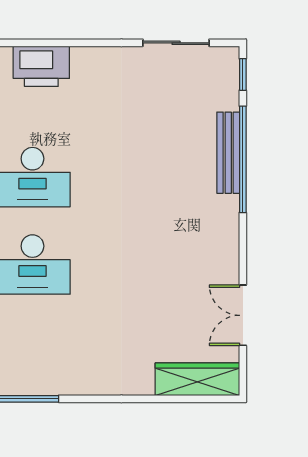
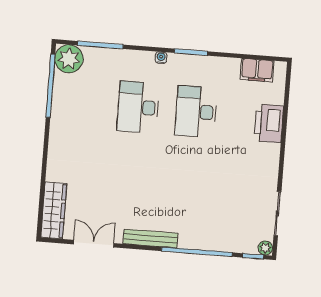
plant: (229, 57) -> (265, 248), added
bench: (228, 153) -> (150, 238), moved

